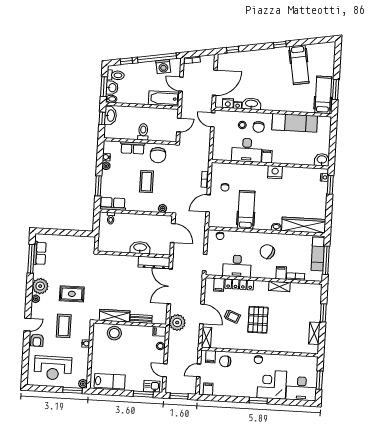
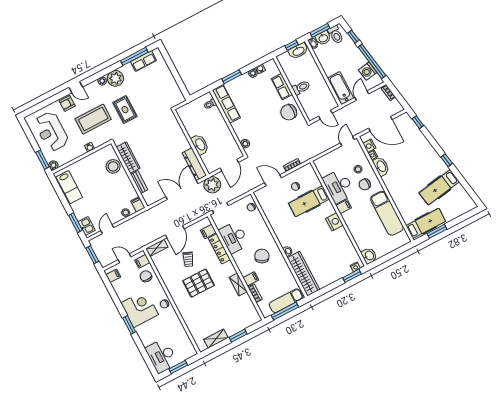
coffee table: (146, 182) -> (260, 116), removed
row of seats: (113, 204) -> (226, 104), width x1.48
hospital bed: (246, 210) -> (309, 201), moved, turned 180
plant: (177, 323) -> (212, 185), moved
coffee table: (64, 326) -> (93, 119), width x1.36, depth x1.32
corner desk: (272, 385) -> (140, 309), moved

